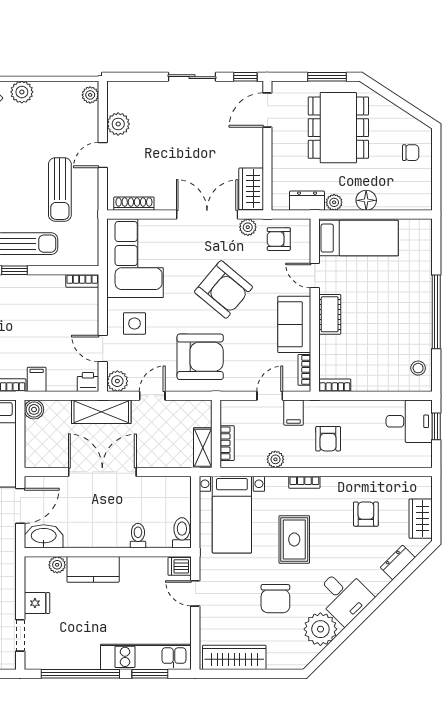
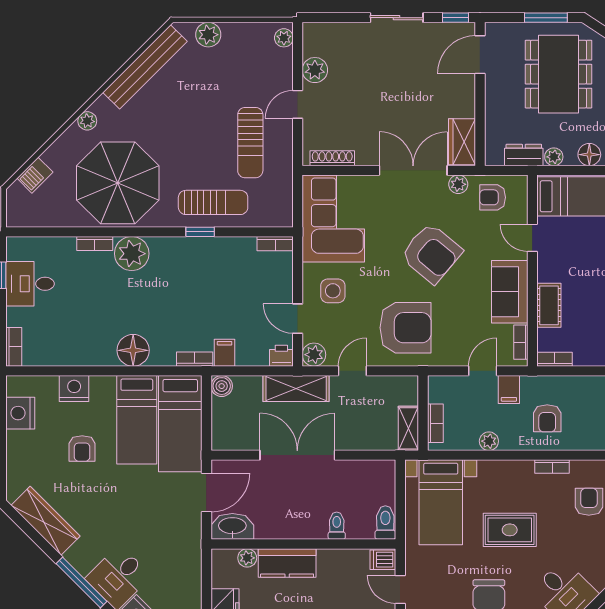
cot: (330, 314) -> (549, 305), moved
bookcase: (304, 482) -> (552, 467), moved
rug: (294, 539) -> (510, 530), turned 90

